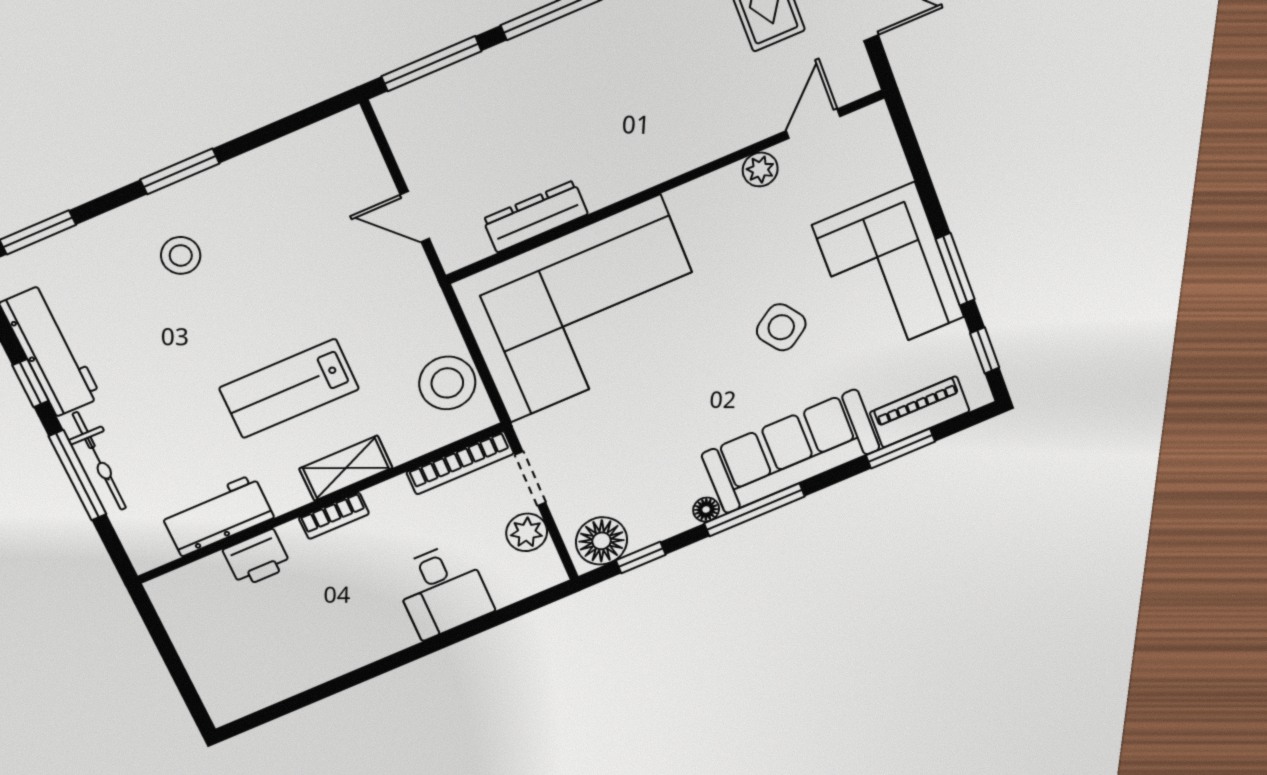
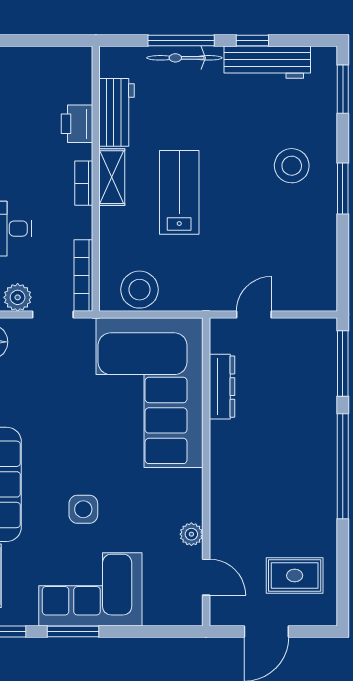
stool: (181, 255) -> (292, 166), width x1.38, depth x1.38
side table: (781, 327) -> (83, 509), turned 35
shelving: (346, 468) -> (112, 177), moved

